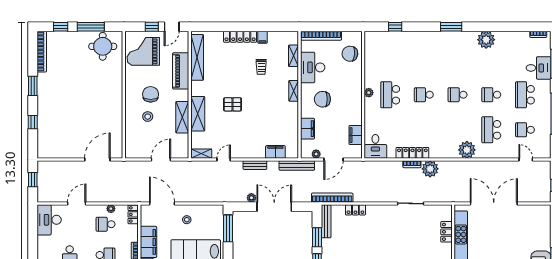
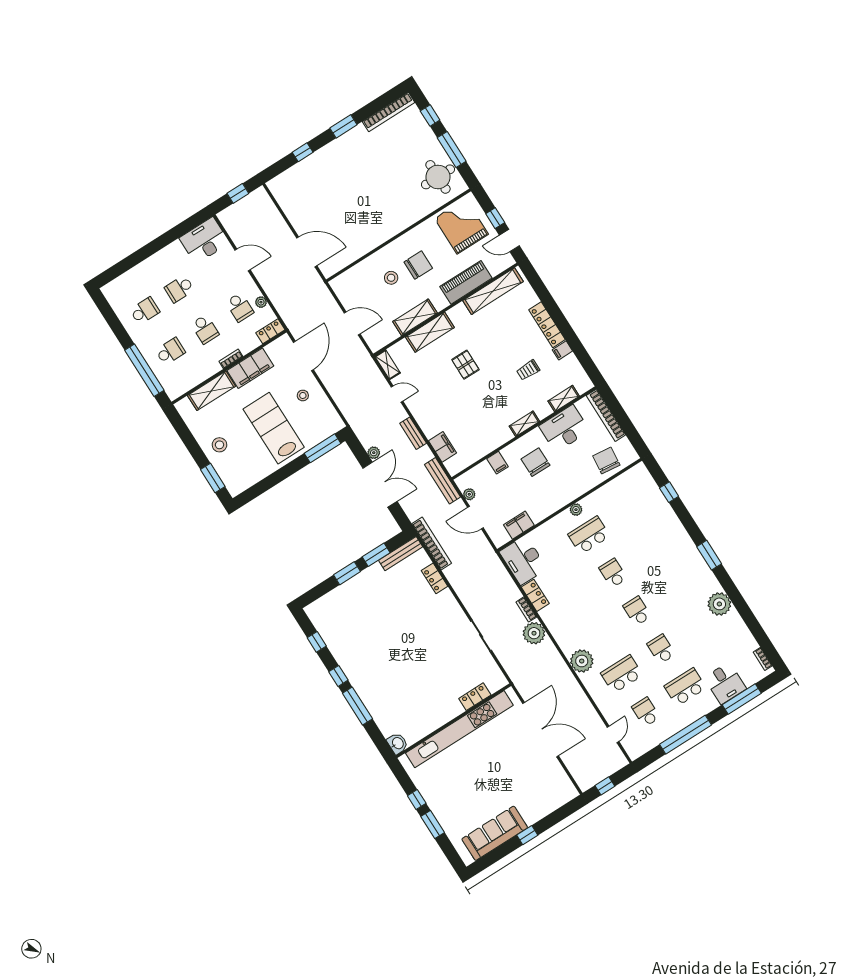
filing cabinet: (308, 129) -> (498, 463), width x0.50
desk: (375, 146) -> (523, 560), width x1.37
locker: (412, 153) -> (535, 595), width x0.66
school desk: (106, 224) -> (240, 307), turned 180

